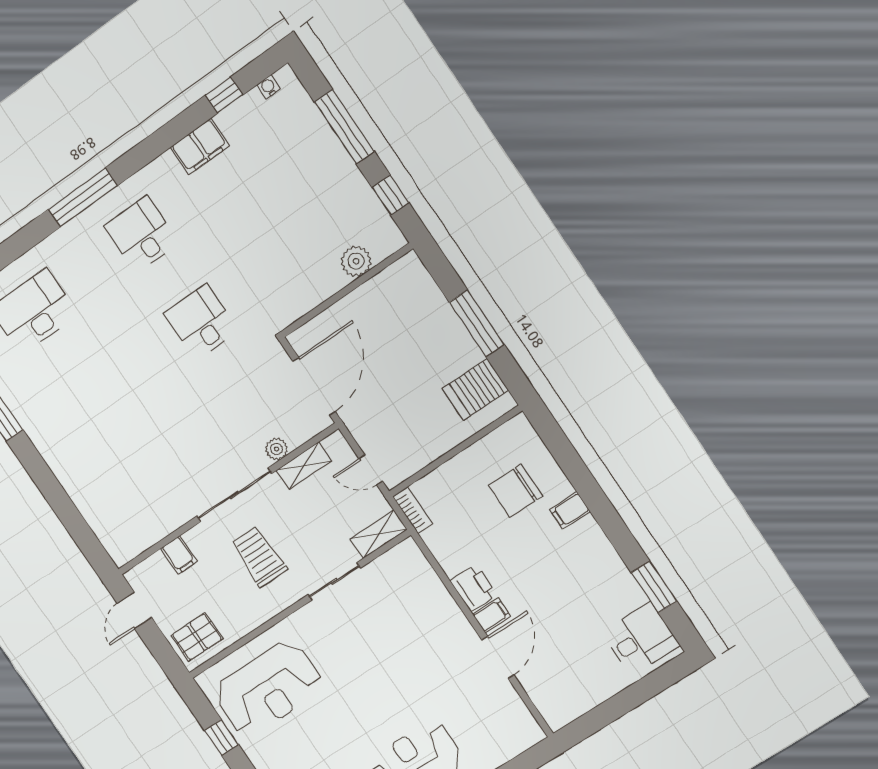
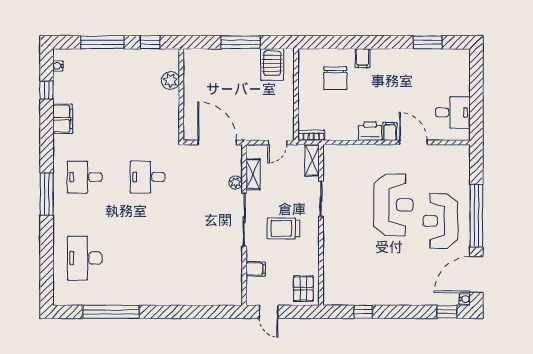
desk: (641, 639) -> (453, 112), moved, turned 90
reception desk: (268, 688) -> (393, 205), moved

